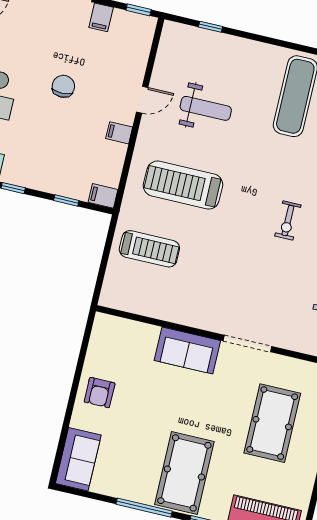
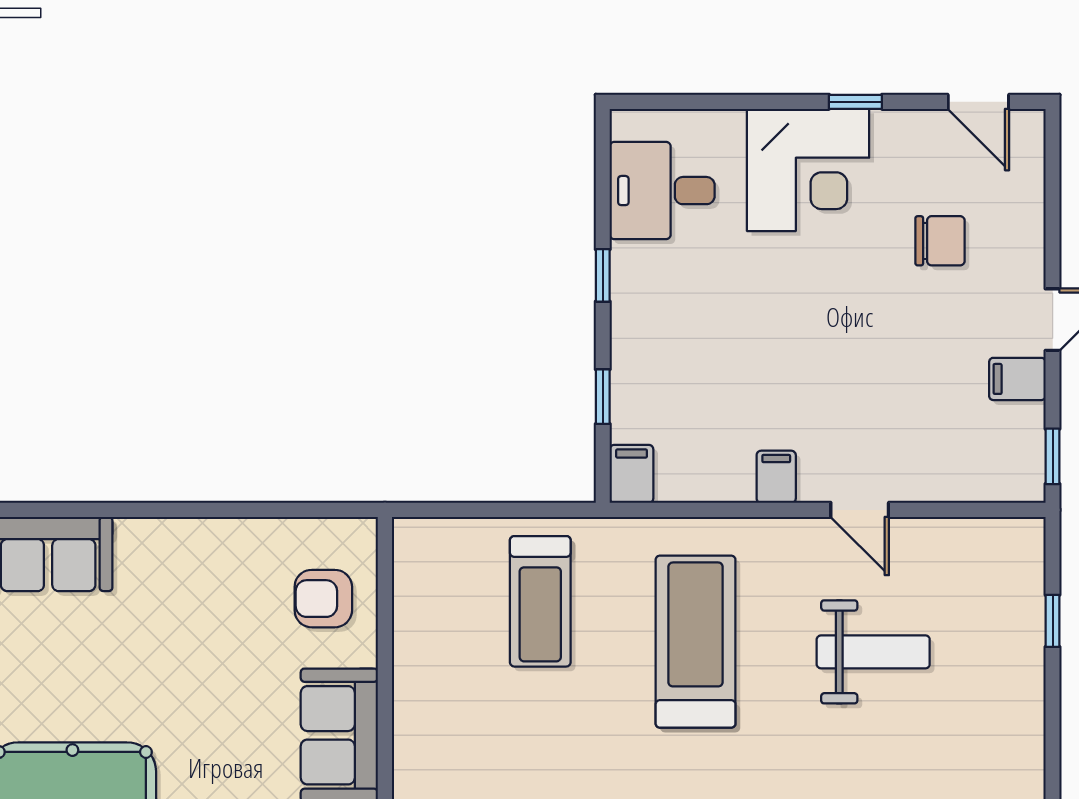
chair: (63, 86) -> (940, 241), moved
weight bench: (206, 108) -> (873, 652), turned -90
armchair: (100, 393) -> (323, 599), moved

